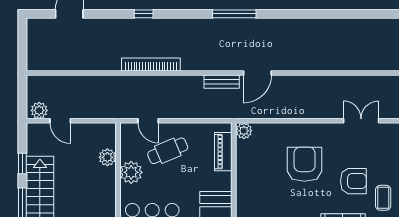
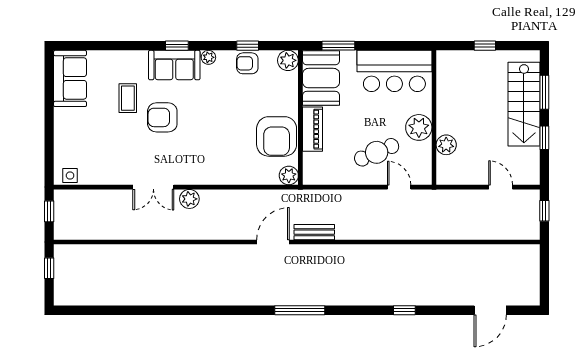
bookcase: (151, 65) -> (396, 252), removed
window: (22, 100) -> (544, 211), added
plant: (39, 110) -> (189, 199), moved
piano: (223, 152) -> (313, 129), moved
armchair: (305, 164) -> (277, 136), moved

